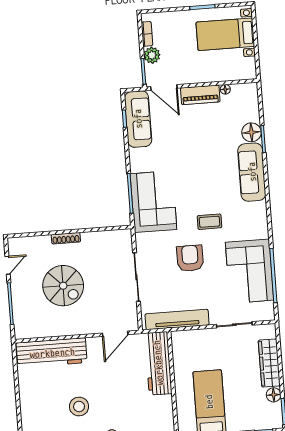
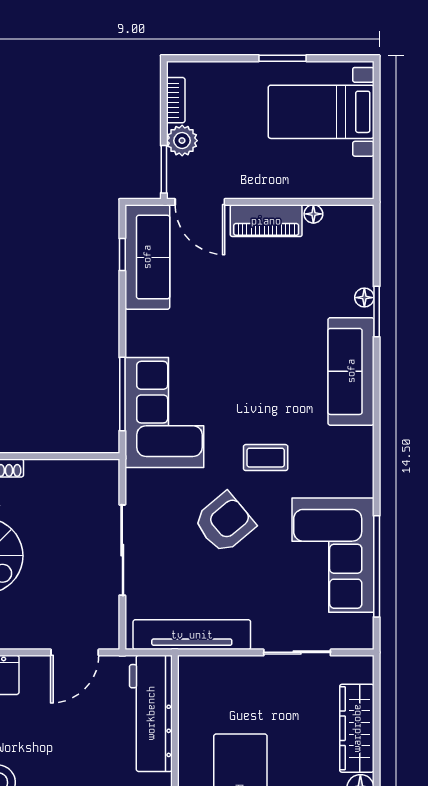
floor lamp: (251, 132) -> (364, 298), width x0.53, depth x0.53
armchair: (190, 258) -> (224, 523), turned 50

